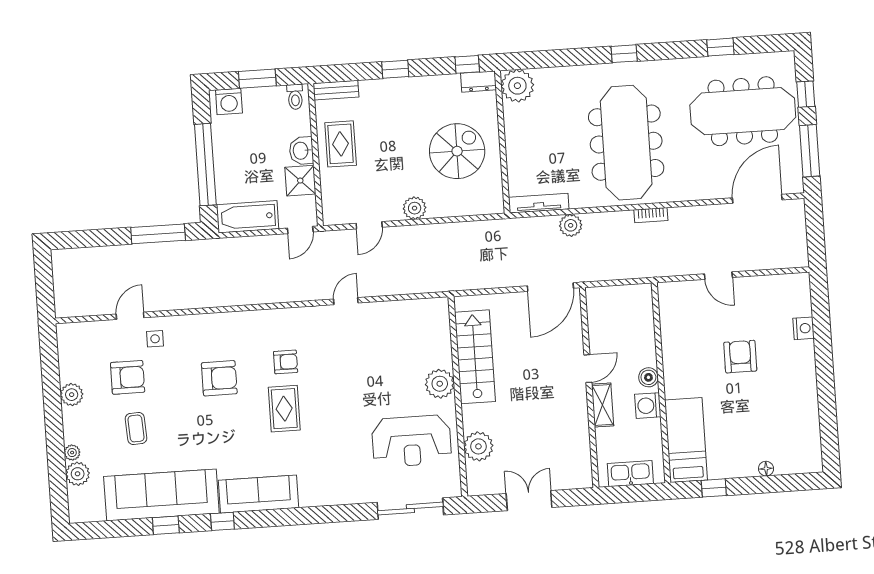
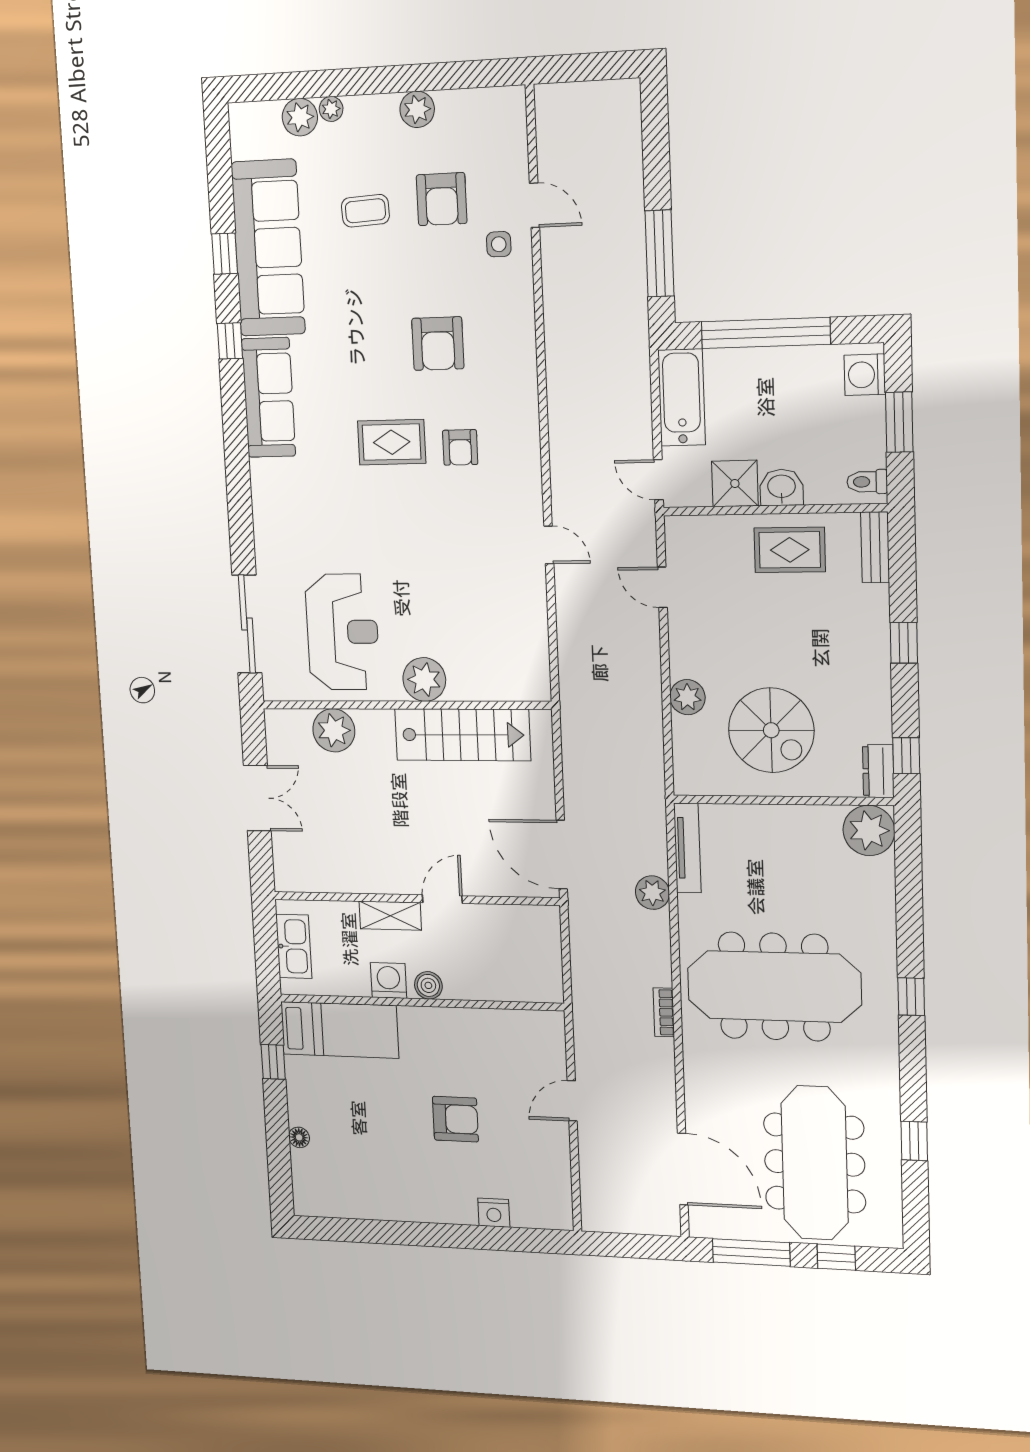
plant: (415, 208) -> (687, 697), moved
door: (588, 369) -> (442, 899), swing flipped
reception desk: (412, 441) -> (342, 632), turned 180

